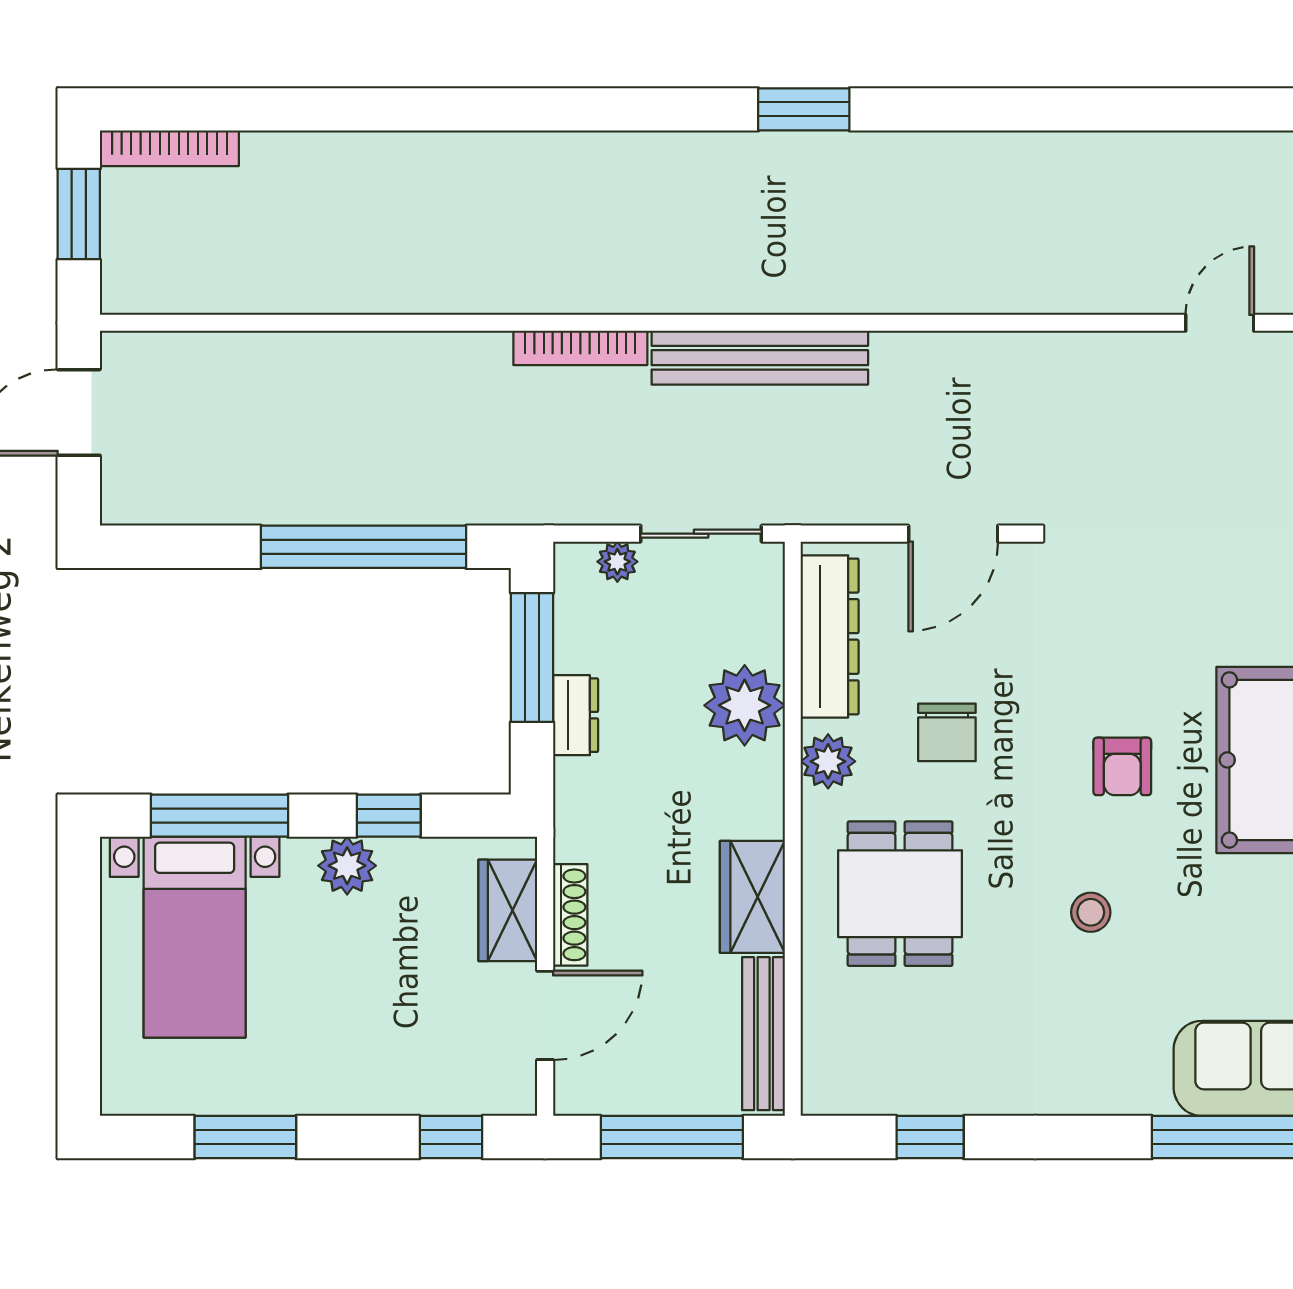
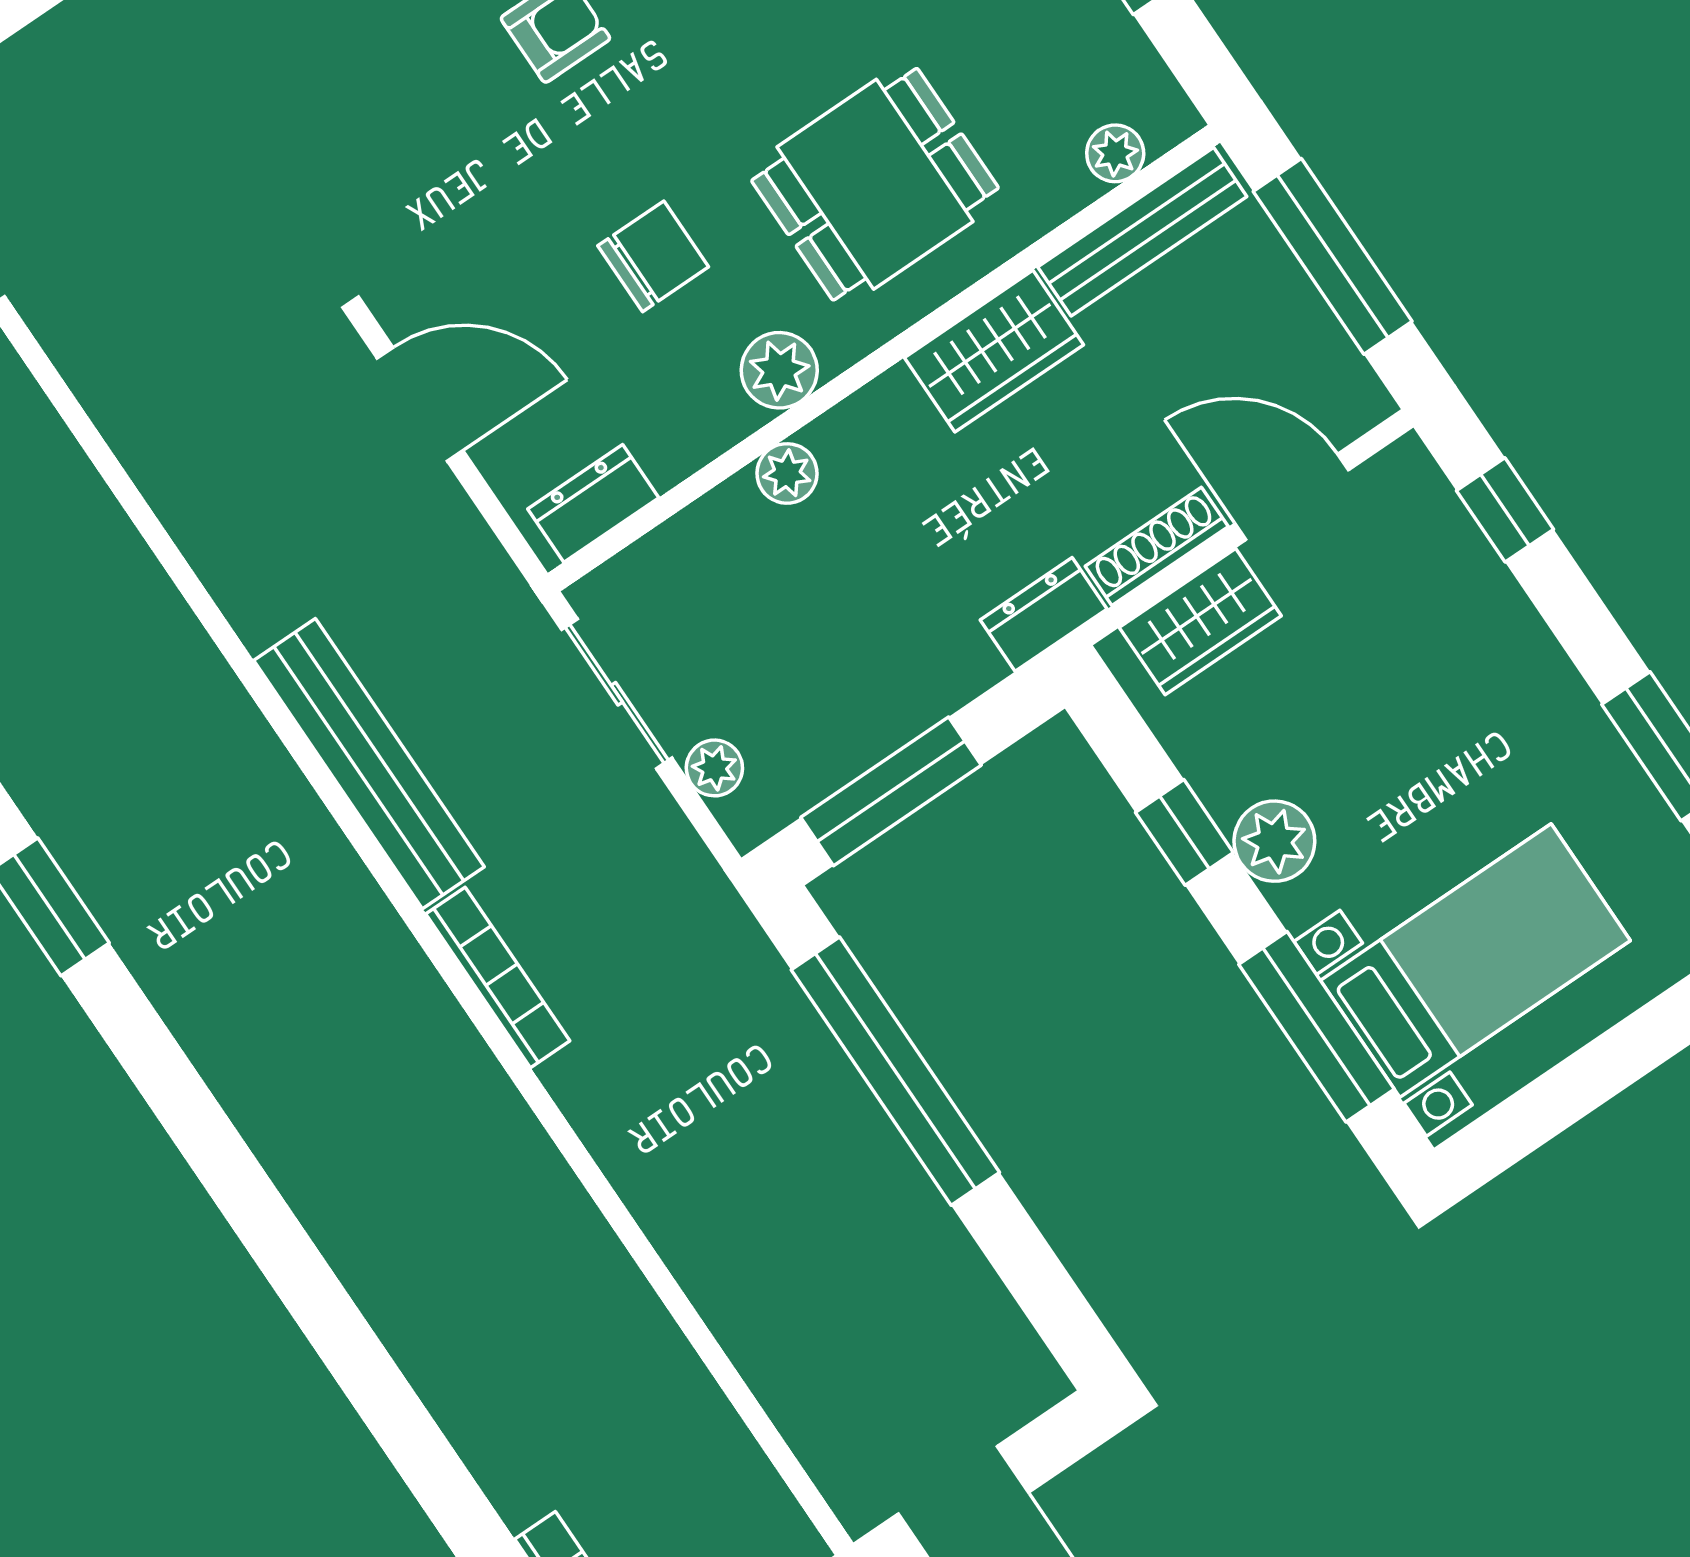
dresser: (830, 636) -> (593, 503), width x0.51, depth x0.80
plant: (745, 705) -> (787, 473), width x0.53, depth x0.53
dresser: (576, 715) -> (1044, 614), moved
plant: (821, 1049) -> (1115, 153), added

